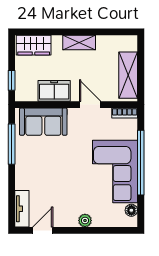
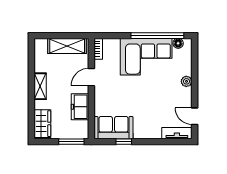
window: (12, 80) -> (71, 142), width x1.50
sofa: (43, 122) -> (113, 128), moved, turned -90
window: (12, 144) -> (124, 142), width x0.46
window: (141, 163) -> (157, 36), moved

